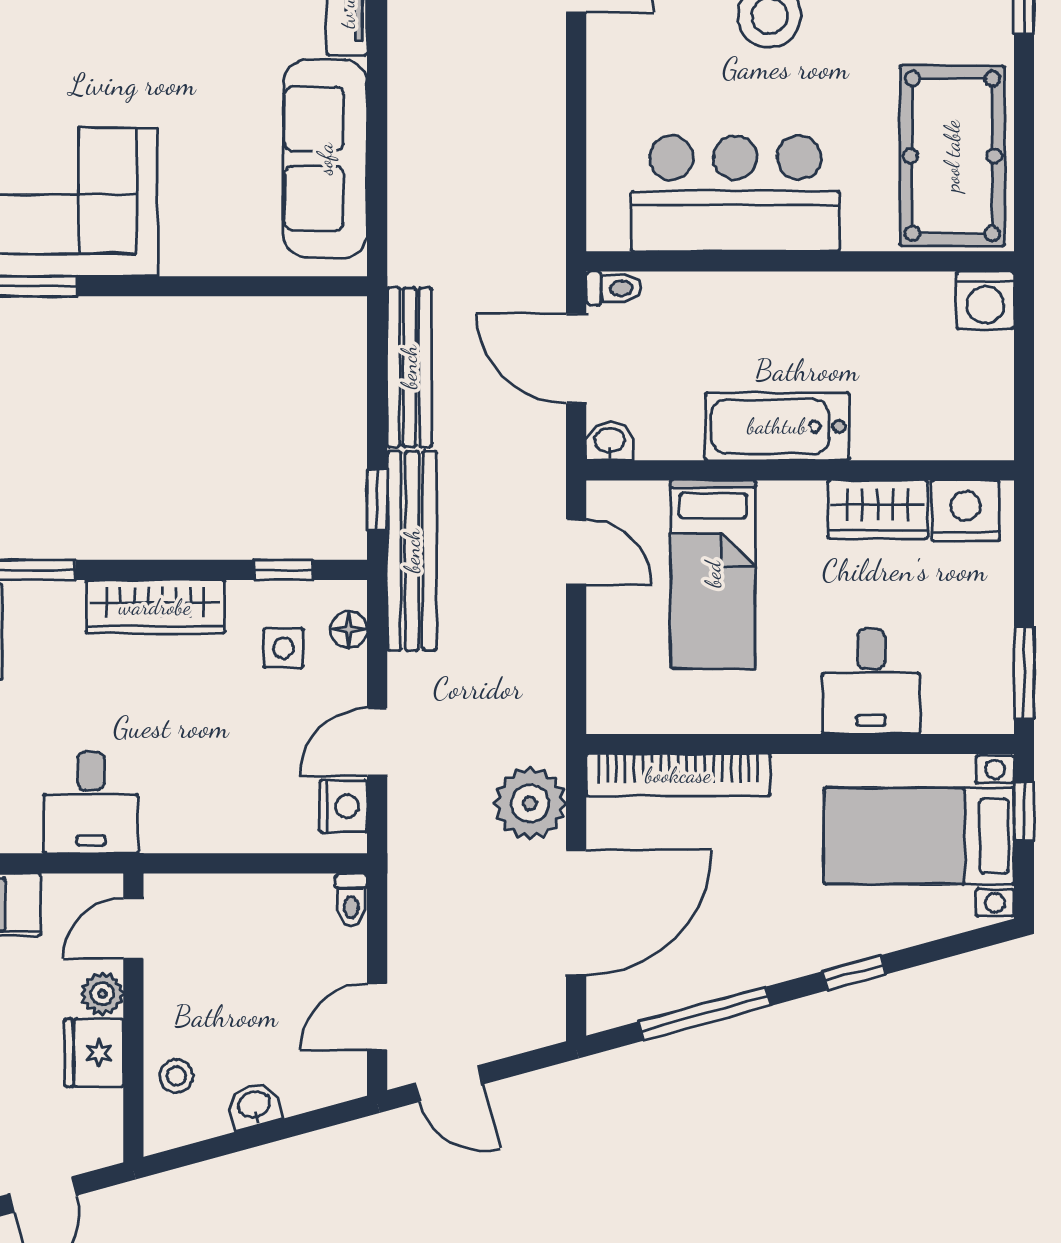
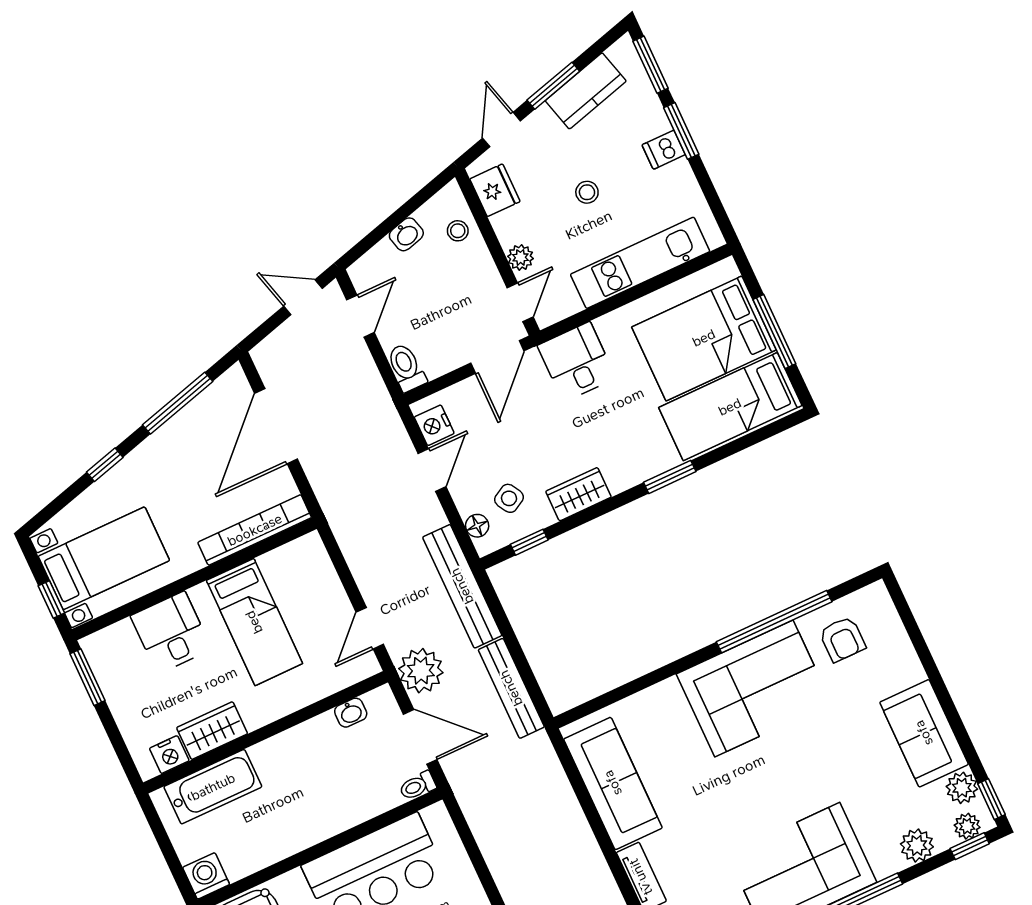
bathtub: (777, 426) -> (213, 787), moved
washbasin: (610, 441) -> (351, 713), moved
window: (377, 499) -> (495, 606), removed
nightstand: (966, 511) -> (169, 755), width x0.74, depth x0.75
door: (576, 552) -> (370, 628), hinge flipped
bed: (713, 574) -> (254, 622), moved, turned 180
wardrobe: (155, 607) -> (578, 494), width x0.67
side table: (283, 648) -> (509, 498), turned -30
plant: (530, 803) -> (421, 671), moved
door: (204, 863) -> (497, 357), added
toilet: (351, 900) -> (406, 368), width x1.37, depth x1.39
fridge: (94, 1053) -> (495, 190), moved

